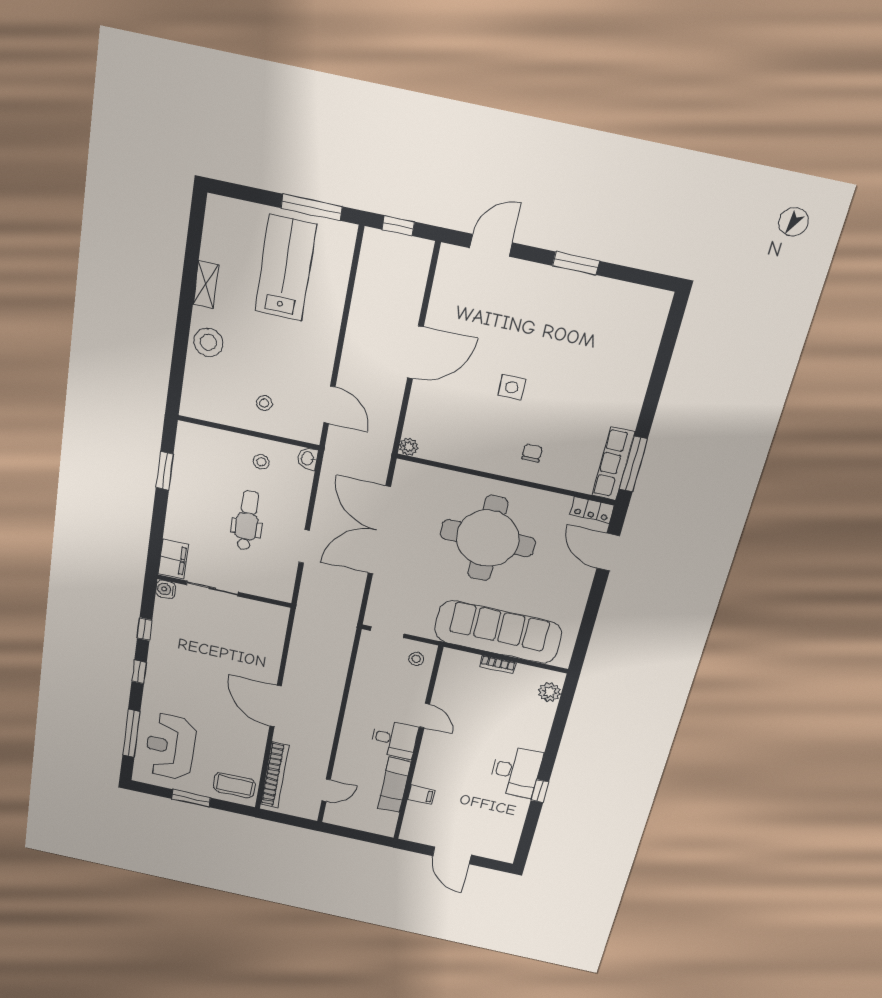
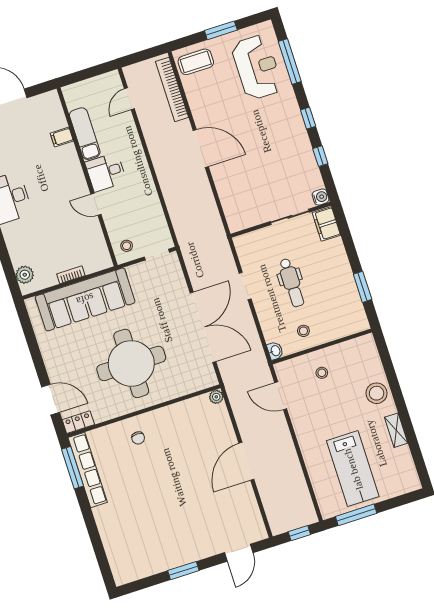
side table: (512, 387) -> (176, 473), removed
row of seats: (613, 464) -> (88, 470), width x1.36

